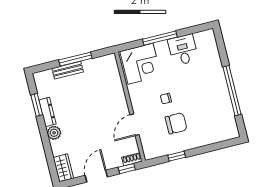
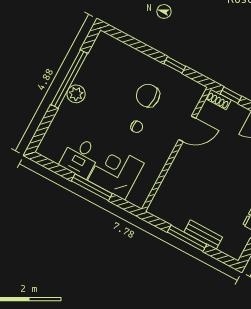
corner desk: (141, 64) -> (116, 172), moved
plant: (220, 85) -> (76, 94), added

